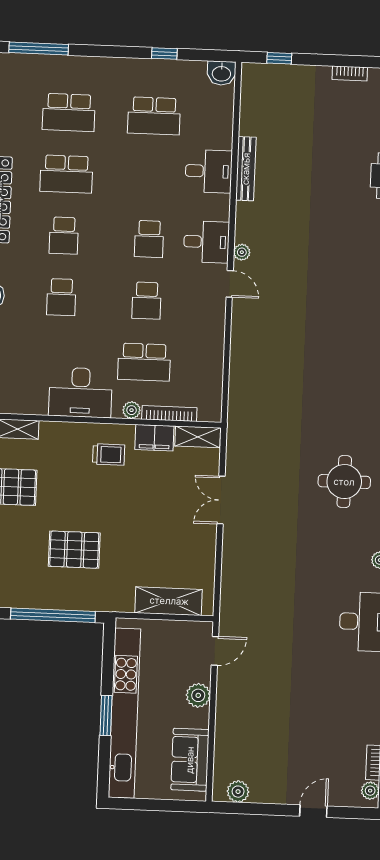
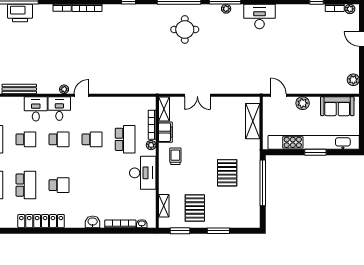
desk: (209, 171) -> (36, 109), moved
school desk: (61, 297) -> (26, 139), moved

